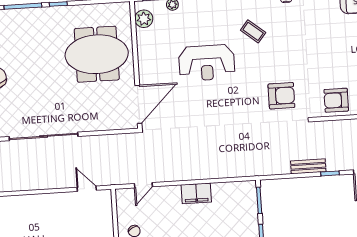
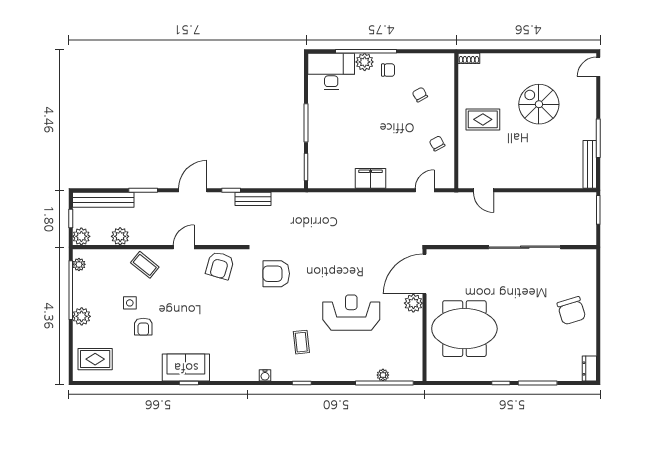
plant: (144, 19) -> (413, 303), moved
coffee table: (253, 31) -> (301, 342), turned 45
armchair: (336, 100) -> (220, 266), turned 106

